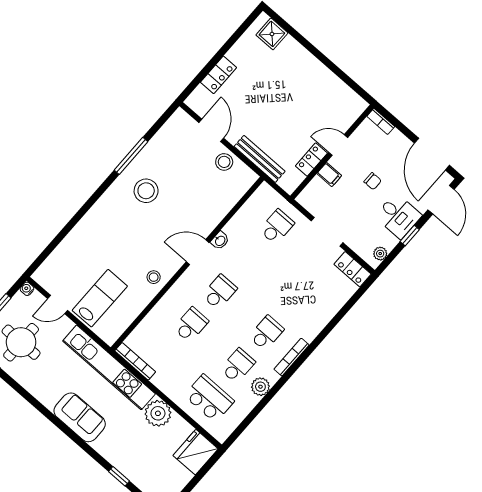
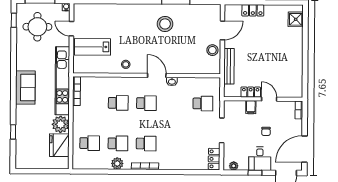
lab bench: (100, 298) -> (93, 47), turned 180
school desk: (209, 398) -> (90, 143), width x0.54
fridge: (196, 452) -> (59, 145), moved, turned -90

